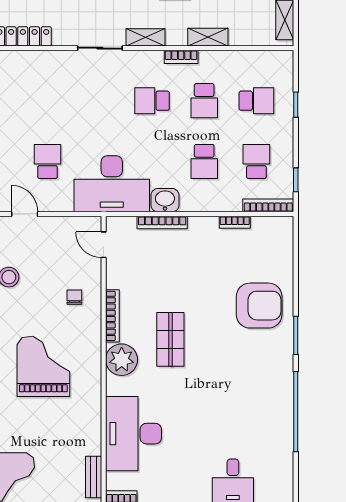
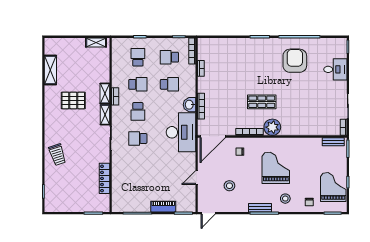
shelving: (208, 37) -> (105, 93), moved
school desk: (48, 161) -> (138, 139), moved
door: (104, 245) -> (213, 136), width x1.88
armchair: (259, 306) -> (295, 61), moved
grand piano: (43, 366) -> (276, 168), turned 90
desk: (133, 434) -> (311, 121), removed

